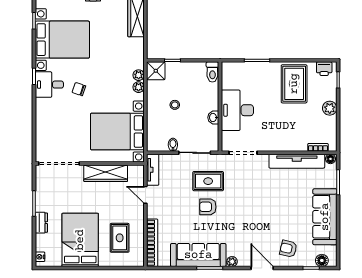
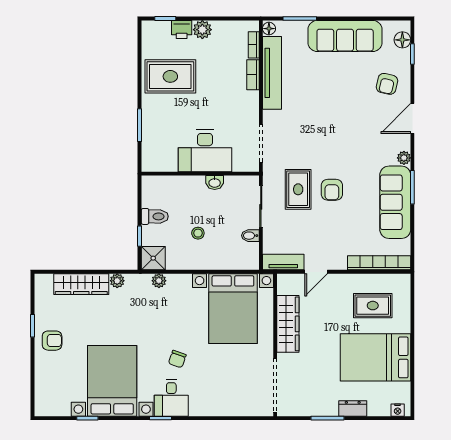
printer: (324, 69) -> (182, 29), moved, turned 90
toilet: (212, 72) -> (155, 216), moved
plant: (139, 87) -> (117, 281), moved
bookcase: (295, 147) -> (253, 75), added

